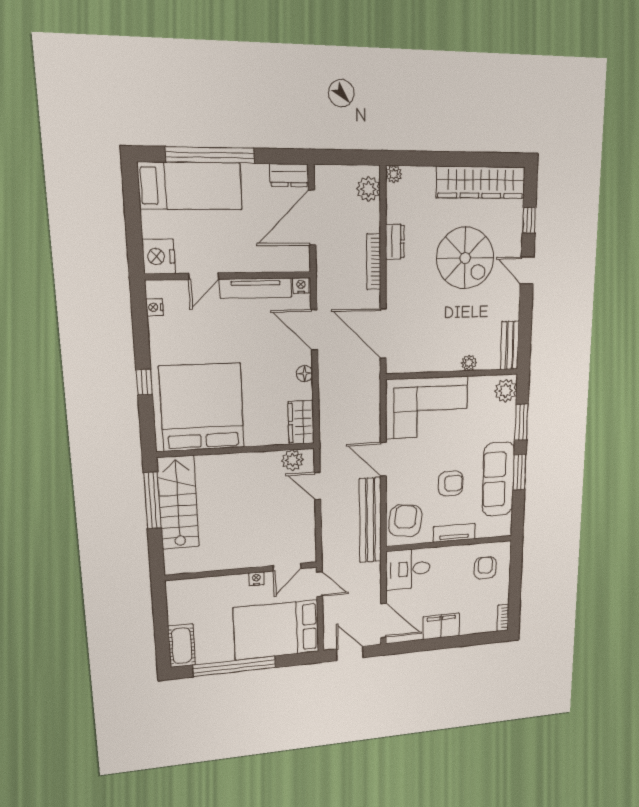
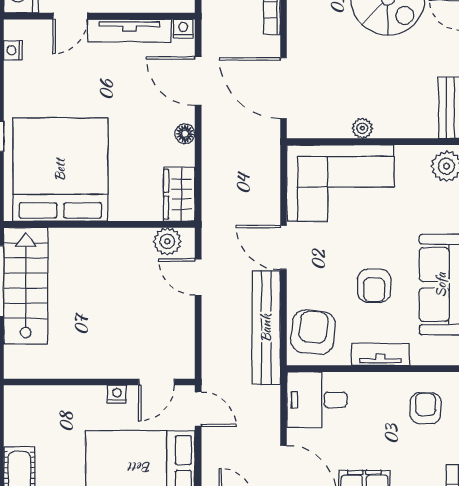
plant: (469, 363) -> (362, 128), moved
armchair: (451, 483) -> (374, 286), turned 90

